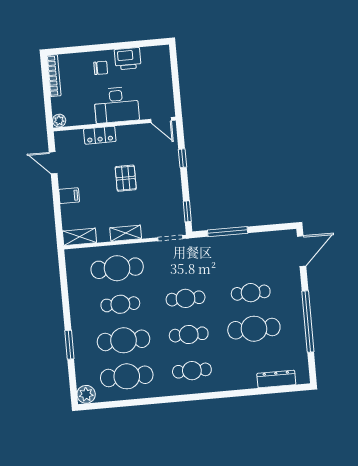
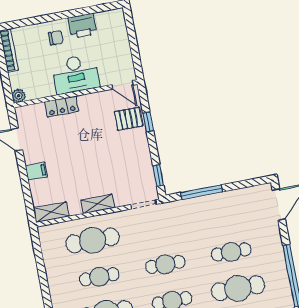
pallet: (126, 178) -> (129, 119), moved, turned 90

